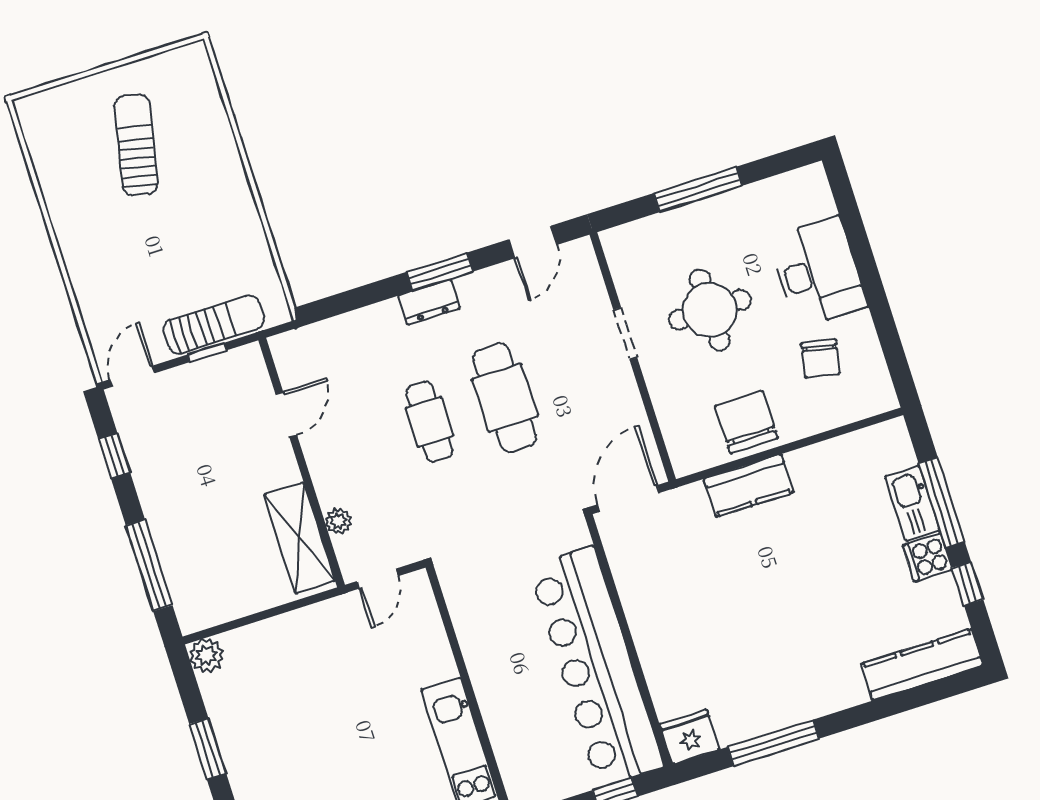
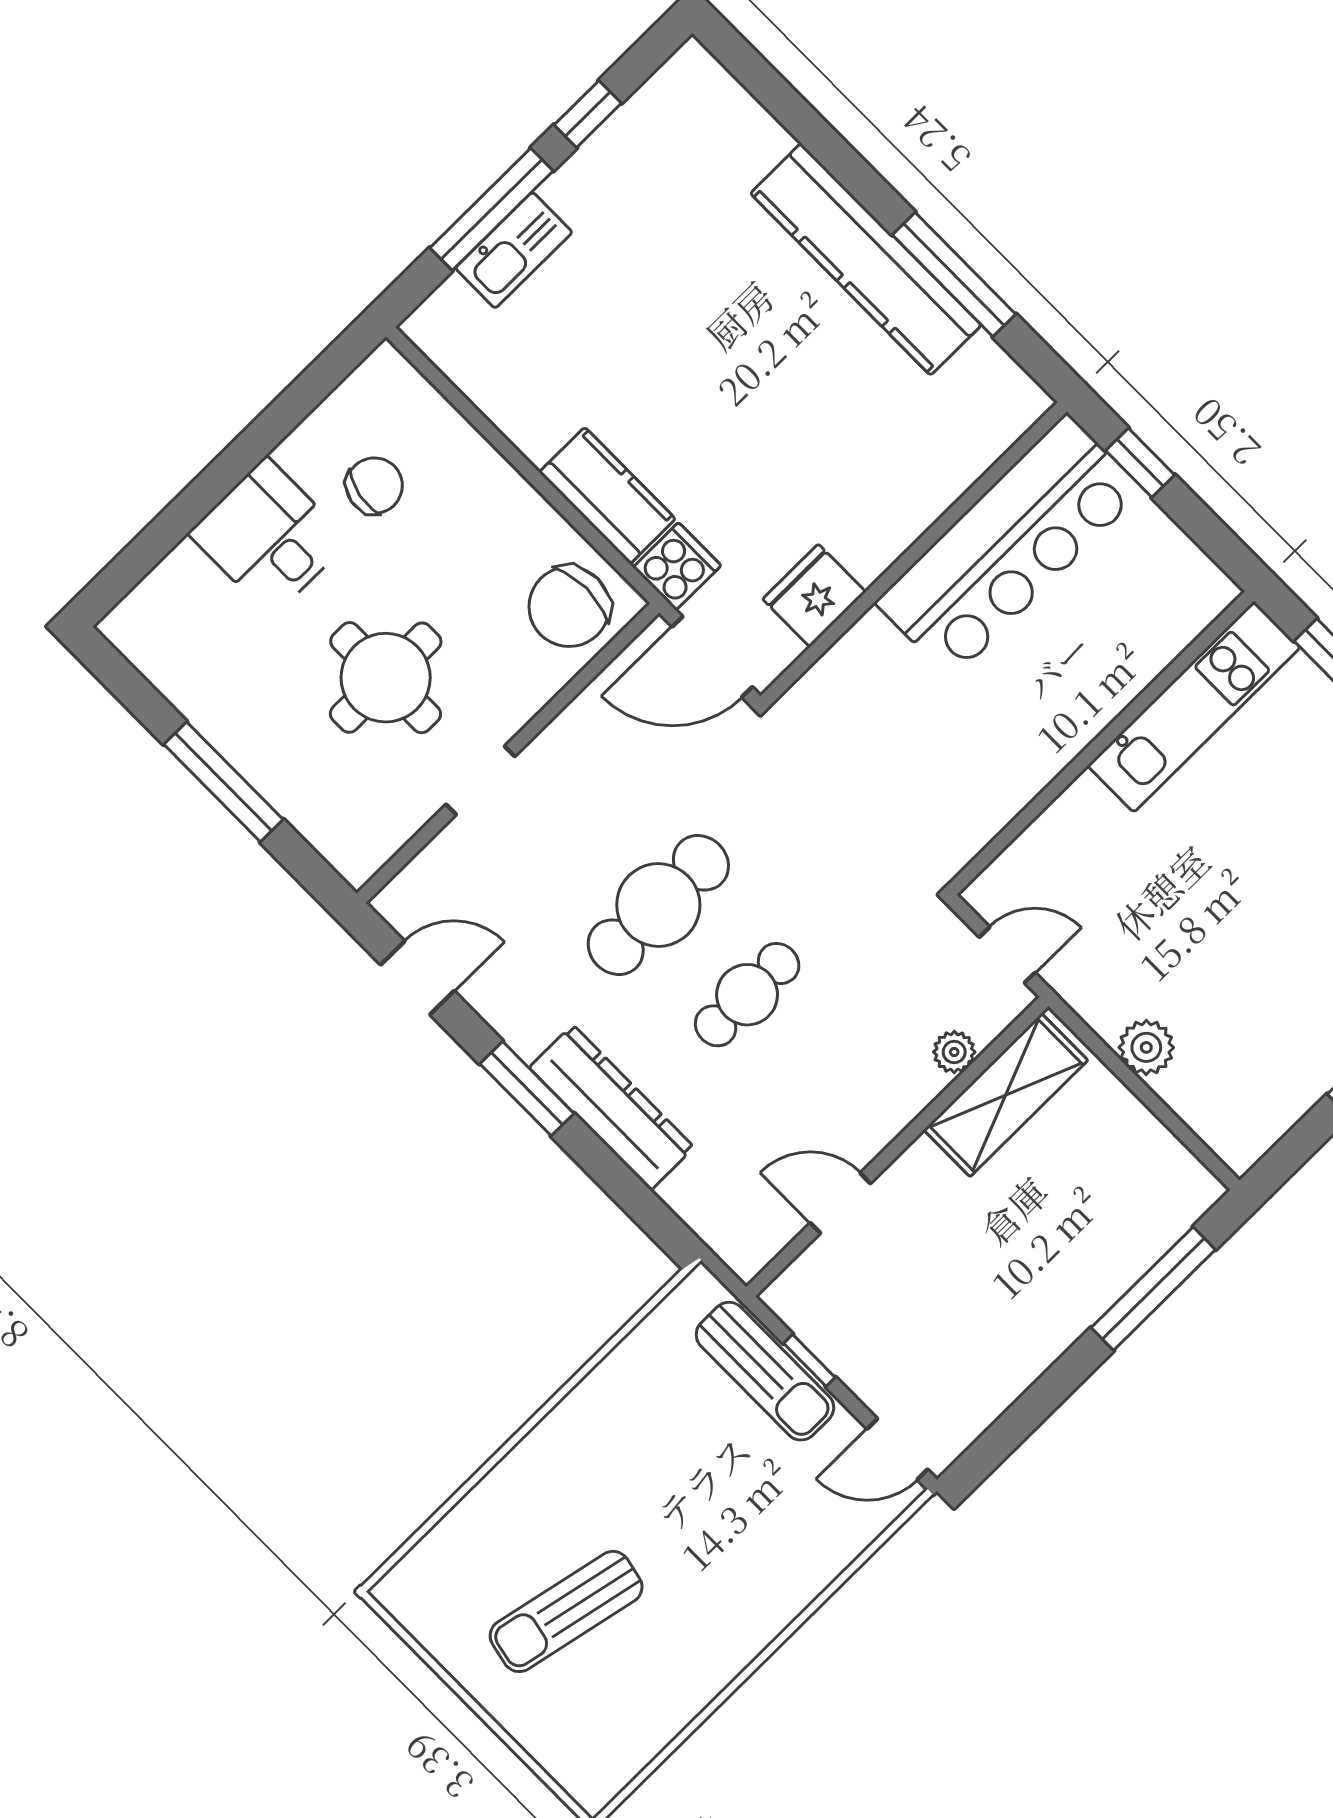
desk: (818, 272) -> (269, 537), width x0.73
dresser: (429, 302) -> (612, 1107), width x1.96, depth x1.24
sun lounger: (214, 324) -> (765, 1371), turned 180
chair: (747, 422) -> (569, 607), moved
window: (114, 456) -> (1023, 1417), removed
cooker: (927, 557) -> (677, 566), moved, turned -90
plant: (207, 655) -> (1146, 1047), moved
kitchen counter: (922, 665) -> (866, 259), moved, width x1.39, depth x1.17
bar counter: (596, 667) -> (1009, 546), width x0.73
fridge: (689, 737) -> (814, 596), moved, turned 90

